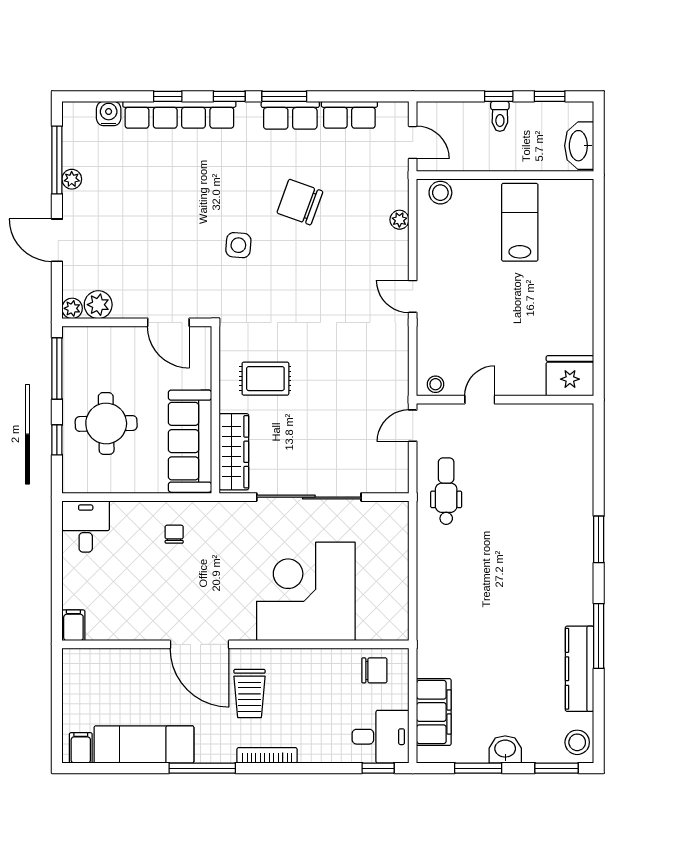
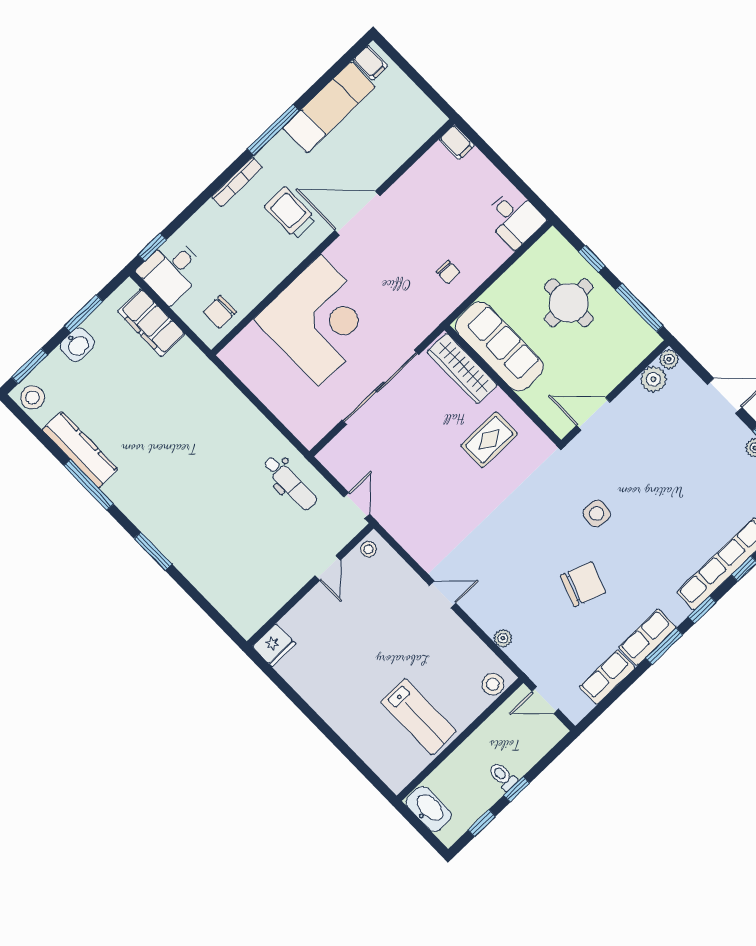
fridge: (570, 376) -> (274, 645), width x0.73, depth x0.75

